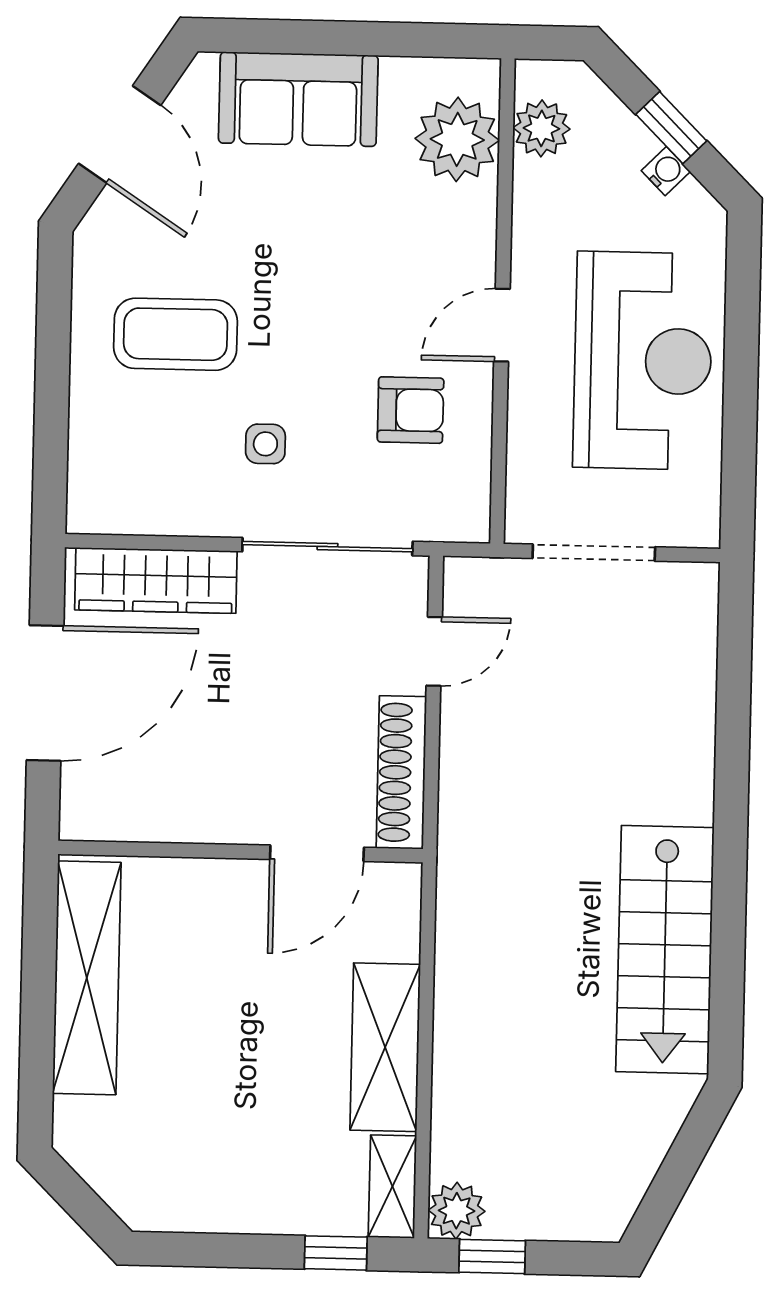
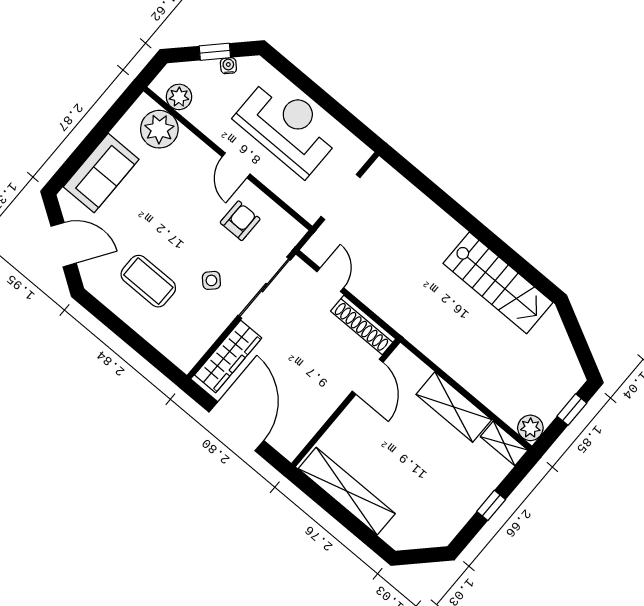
coffee table: (176, 334) -> (148, 281), turned 90
side table: (265, 444) -> (211, 280), turned 45
window: (336, 1253) -> (491, 505), moved
window: (492, 1256) -> (572, 410), moved

